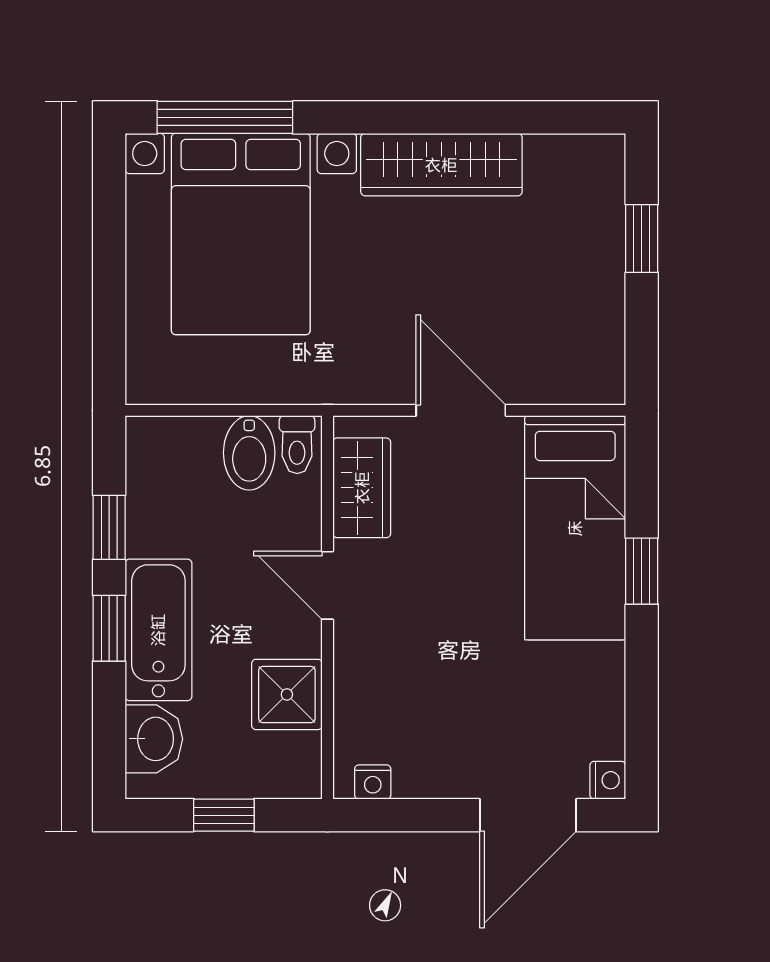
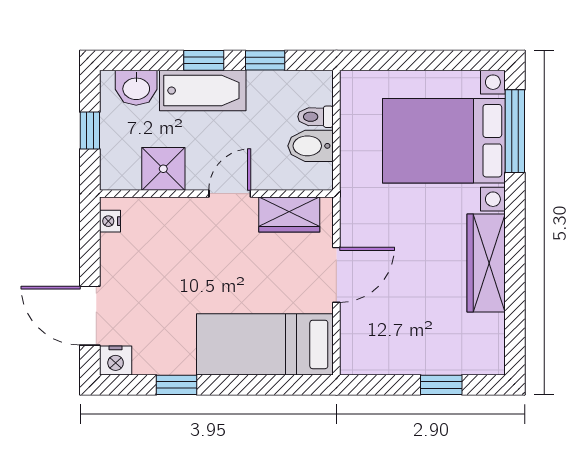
toilet: (297, 445) -> (316, 117), moved
window: (642, 571) -> (177, 385), moved
nightstand: (608, 780) -> (116, 361), width x1.39, depth x1.35

